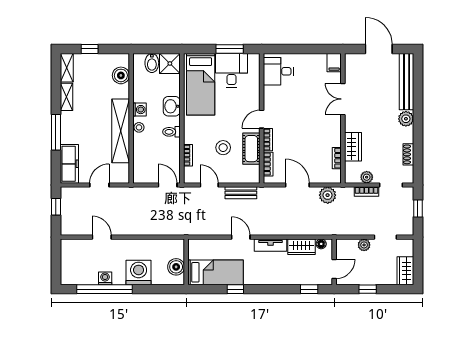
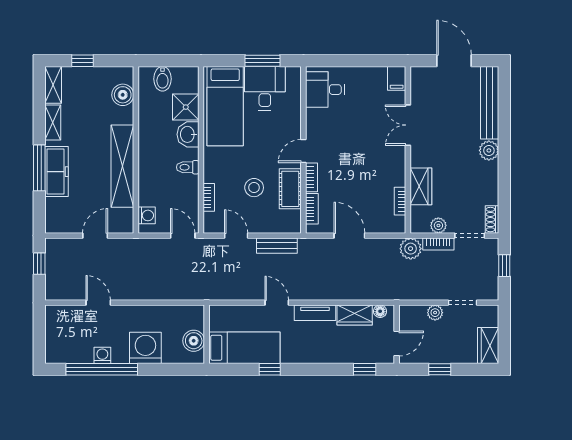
shower: (170, 63) -> (186, 107), moved
washing machine: (139, 110) -> (147, 215), moved
stool: (139, 127) -> (146, 162), removed
shoe rack: (408, 154) -> (492, 220), moved
freezer: (69, 164) -> (57, 172), moved
plant: (328, 195) -> (411, 249), moved

